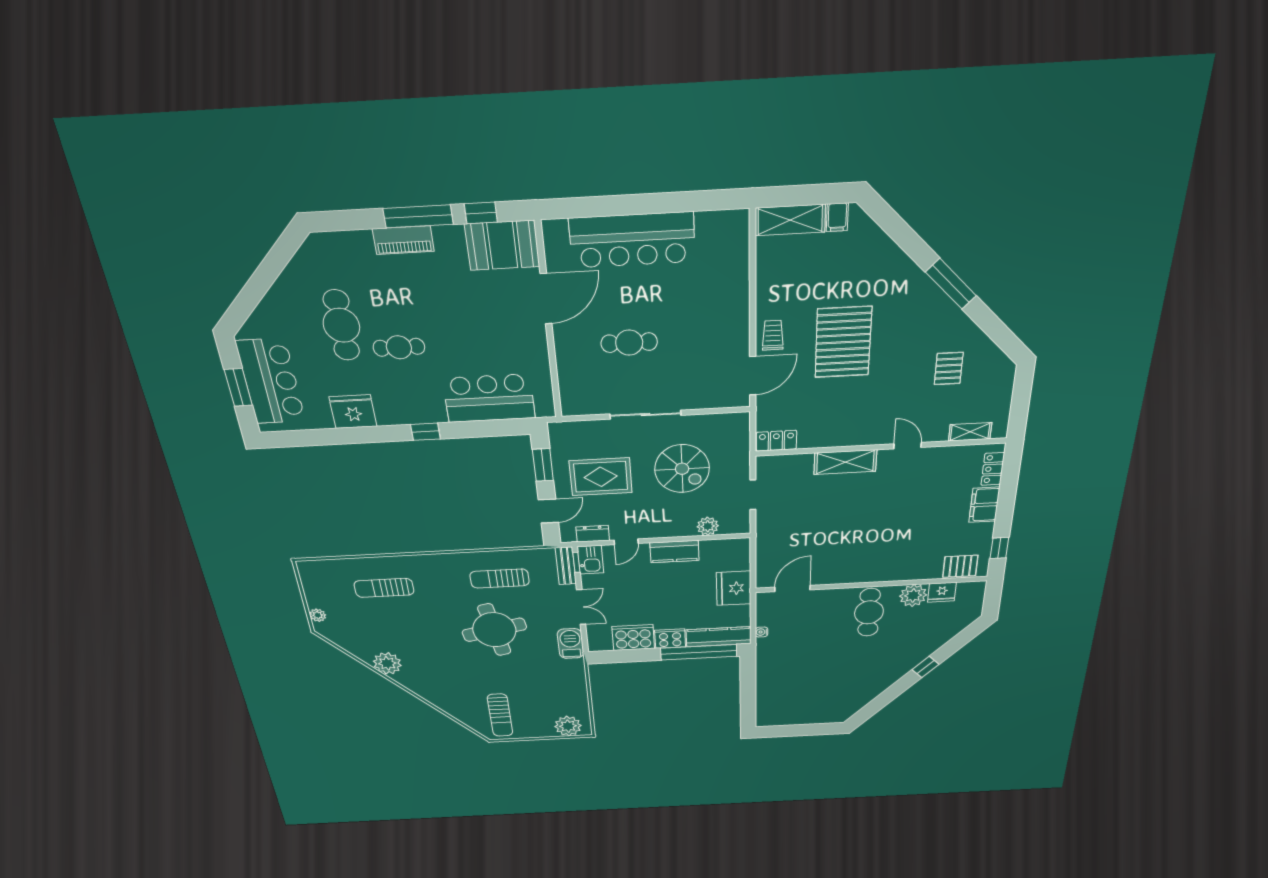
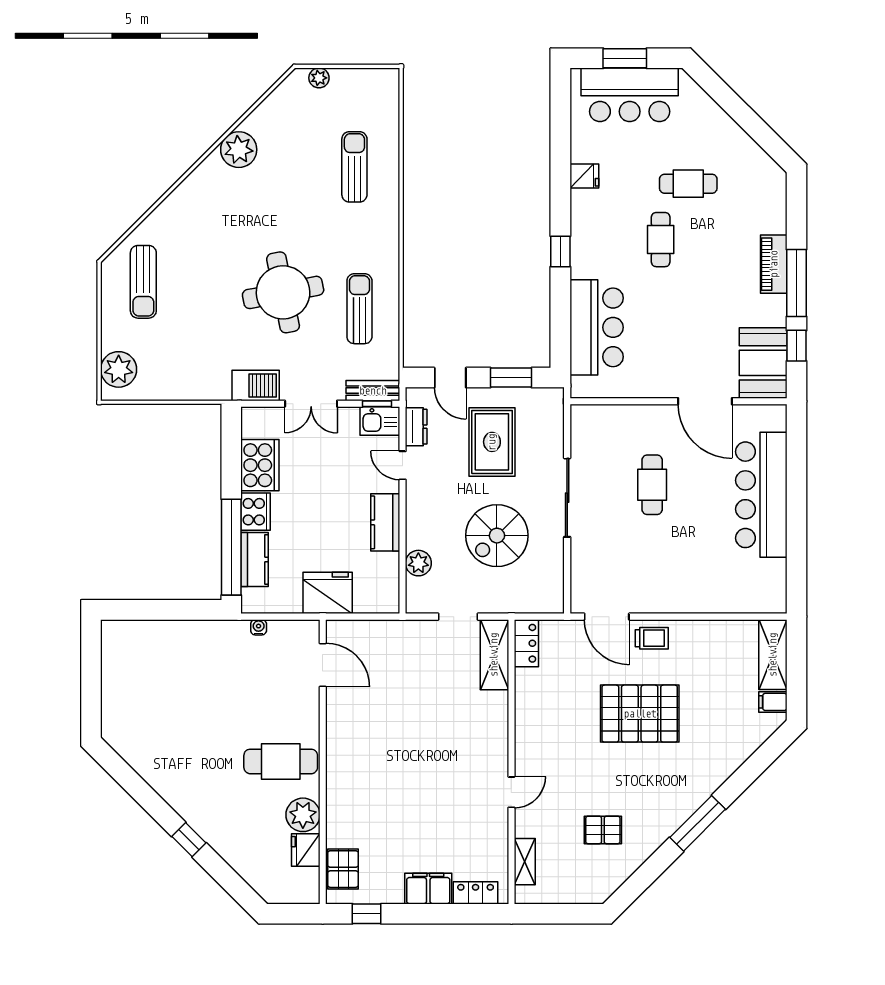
cafe table: (341, 325) -> (688, 184), width x0.73, depth x0.74
fridge: (353, 412) -> (584, 176), width x0.53, depth x0.75
shelving: (845, 462) -> (494, 655), moved
kitchen counter: (719, 637) -> (255, 559), width x0.67
sun lounger: (500, 715) -> (143, 282), turned -90

